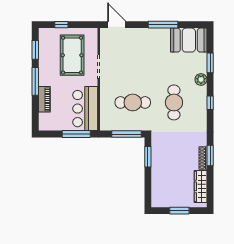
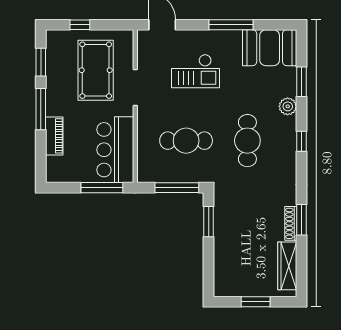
checkout: (139, 56) -> (196, 71), added

